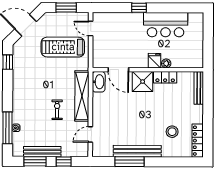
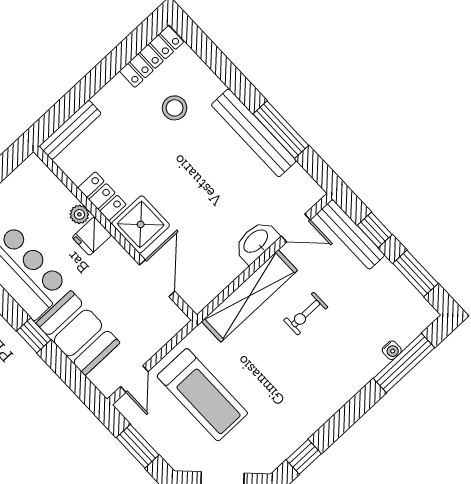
booth: (125, 24) -> (78, 333), added
washbasin: (99, 82) -> (256, 242), moved
bench: (42, 152) -> (351, 234), moved

